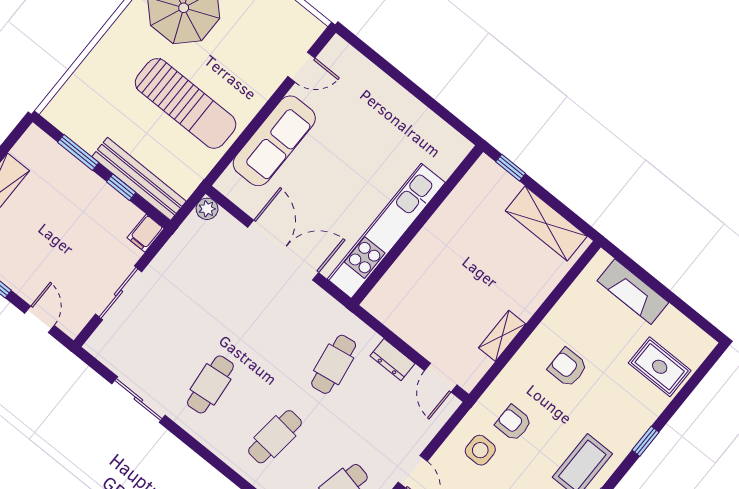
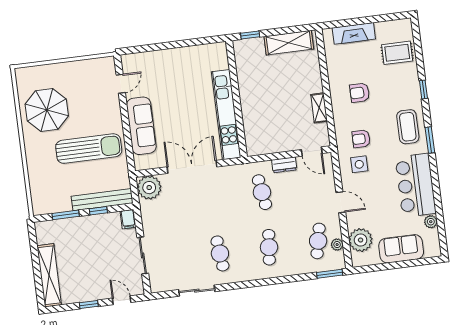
plant: (207, 209) -> (149, 188), width x1.88, depth x1.88

